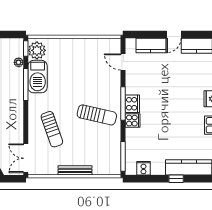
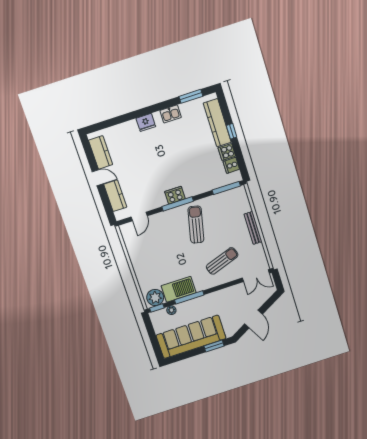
cooker: (133, 121) -> (227, 152), moved, turned -90

